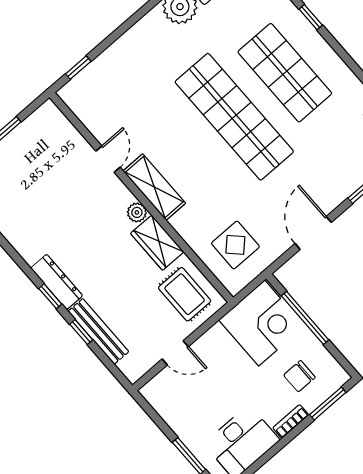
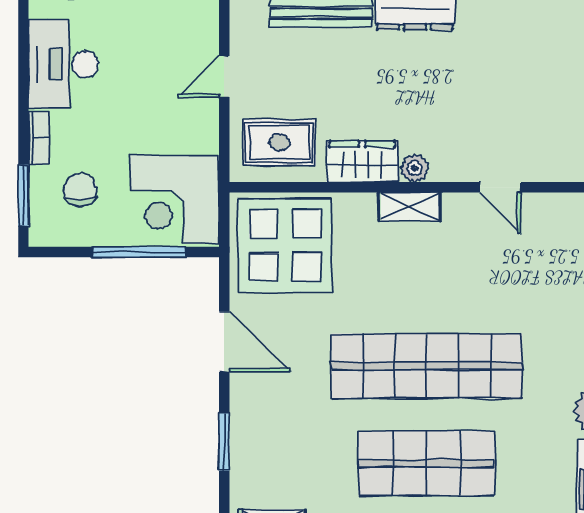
shelving: (154, 187) -> (410, 207), width x0.67, depth x0.75
display table: (235, 245) -> (285, 245), width x1.86, depth x1.86

